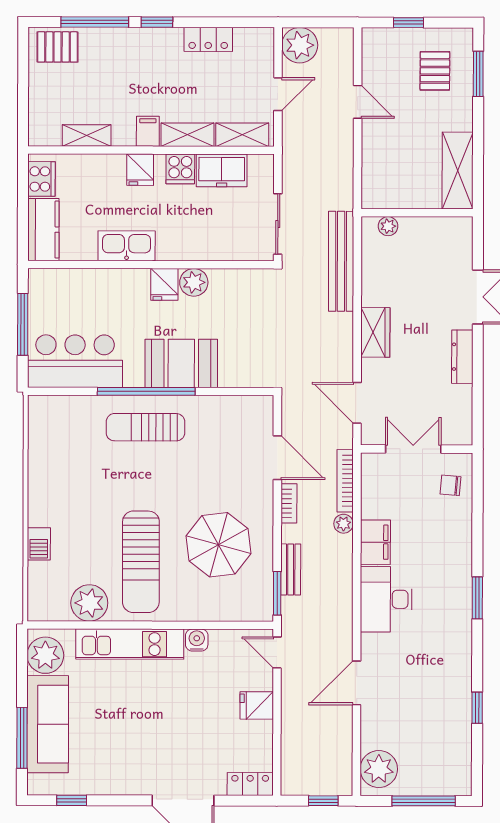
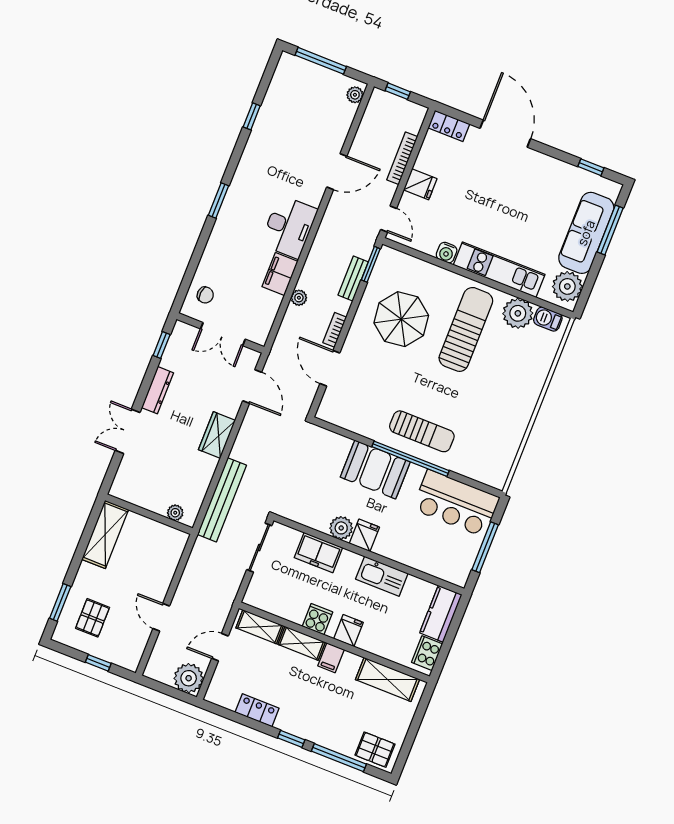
shelving: (87, 135) -> (387, 679), width x1.50, depth x1.33
freezer: (222, 170) -> (318, 553), moved, turned 180
window: (478, 409) -> (162, 345), added
bookcase: (345, 481) -> (402, 158), moved, turned 180
barbecue: (39, 544) -> (548, 319), moved, turned -90
plant: (379, 769) -> (355, 95), width x0.53, depth x0.53

